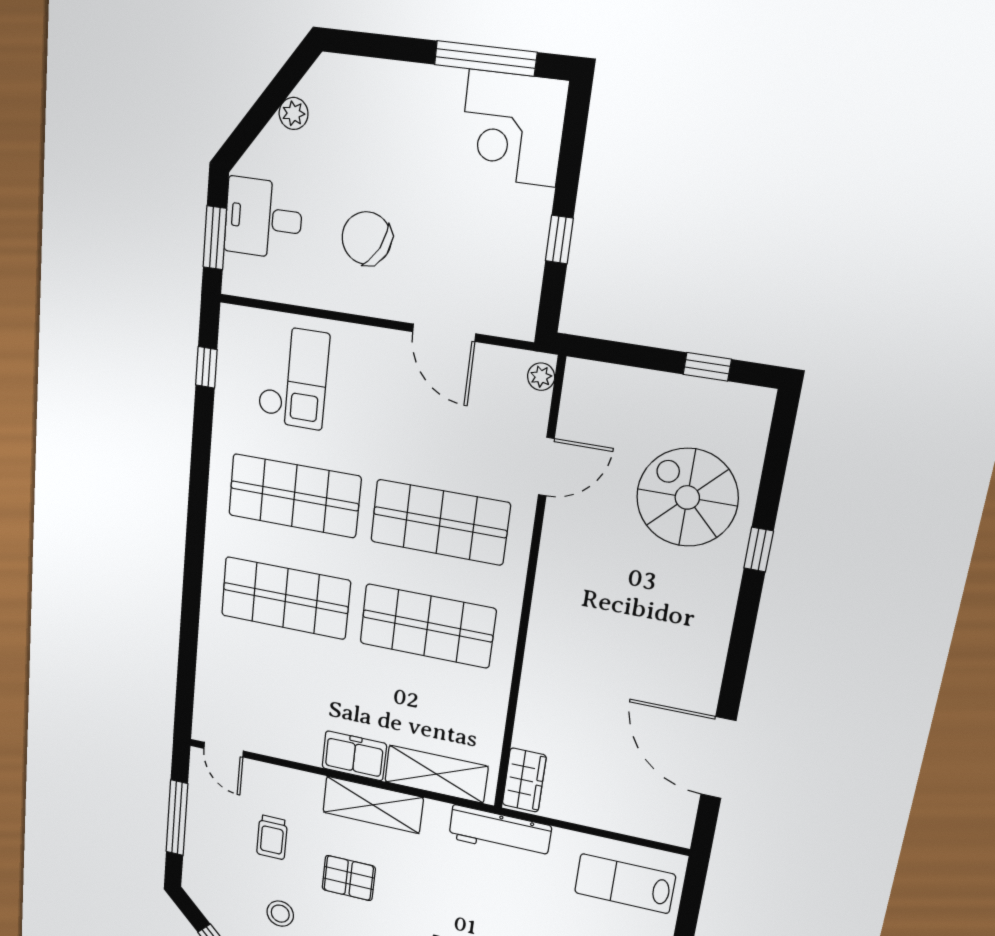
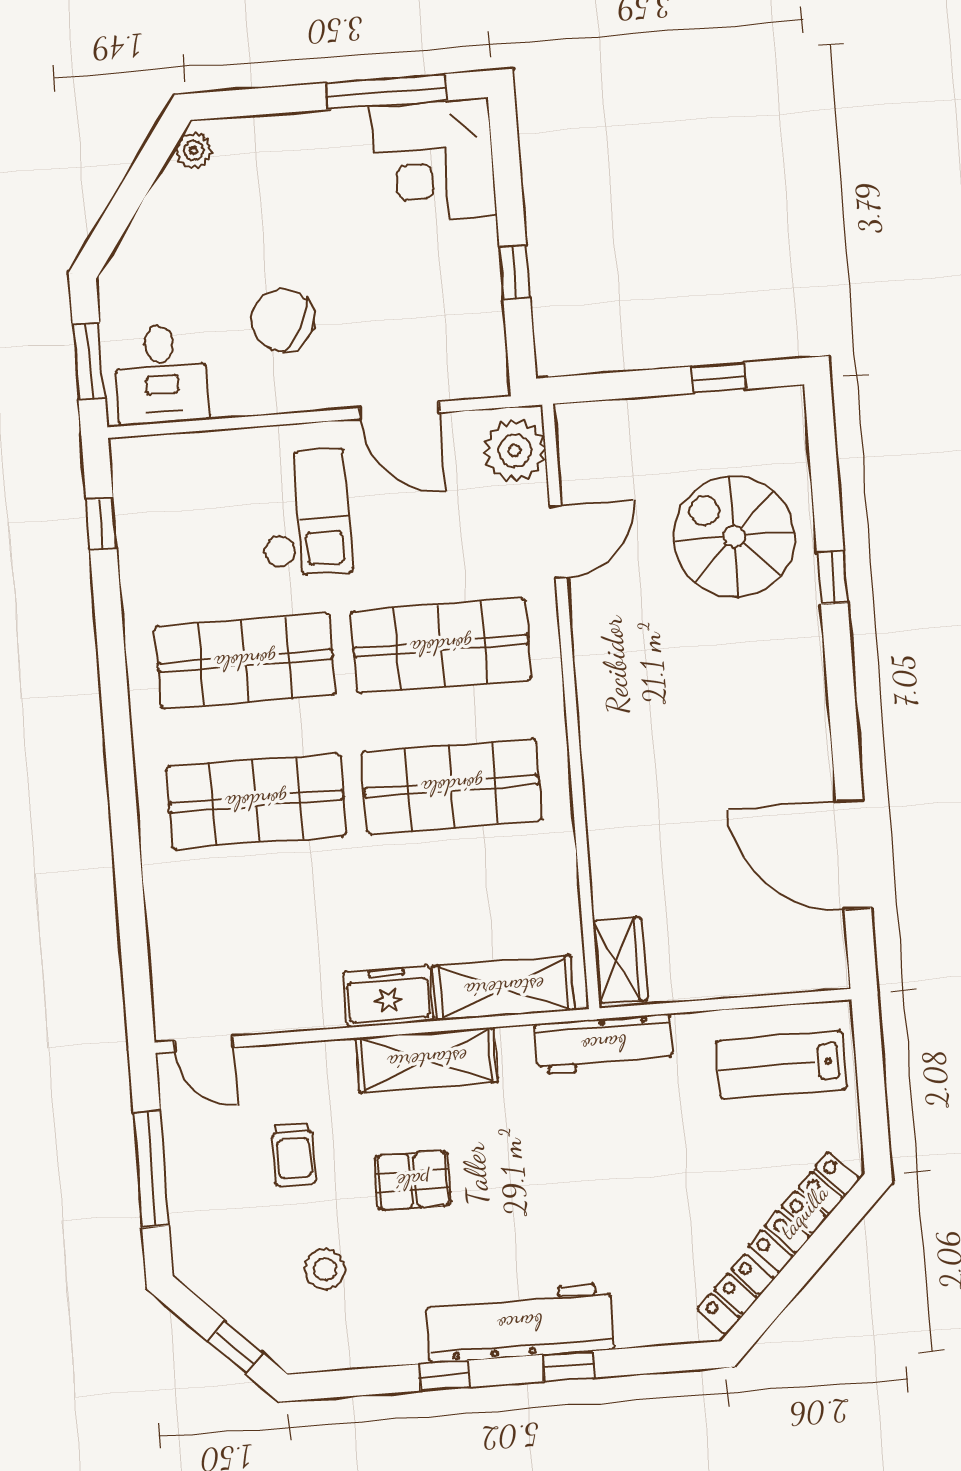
plant: (294, 113) -> (194, 150), moved
desk: (263, 218) -> (161, 374), moved, turned -90
checkout: (293, 377) -> (305, 513), moved
plant: (541, 377) -> (515, 451), width x1.88, depth x1.88

